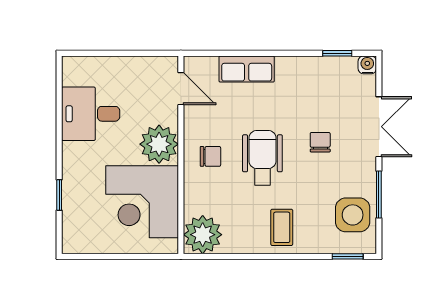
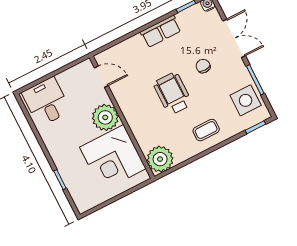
row of seats: (247, 69) -> (161, 31), moved
desk: (91, 114) -> (46, 102), moved, turned 90
chair: (210, 156) -> (140, 109), removed
coffee table: (282, 227) -> (206, 130), turned 90

